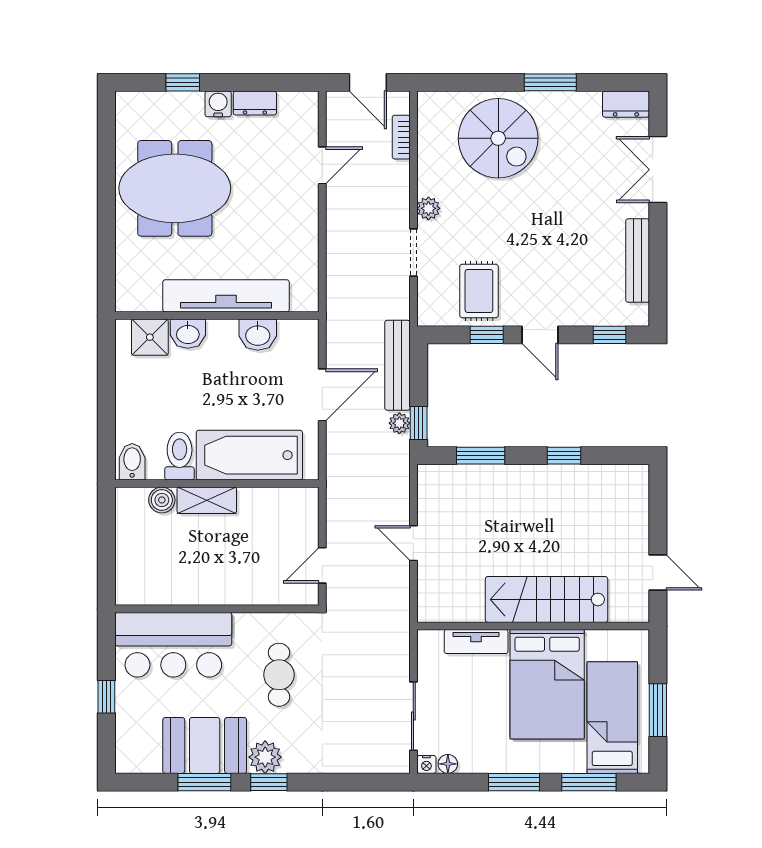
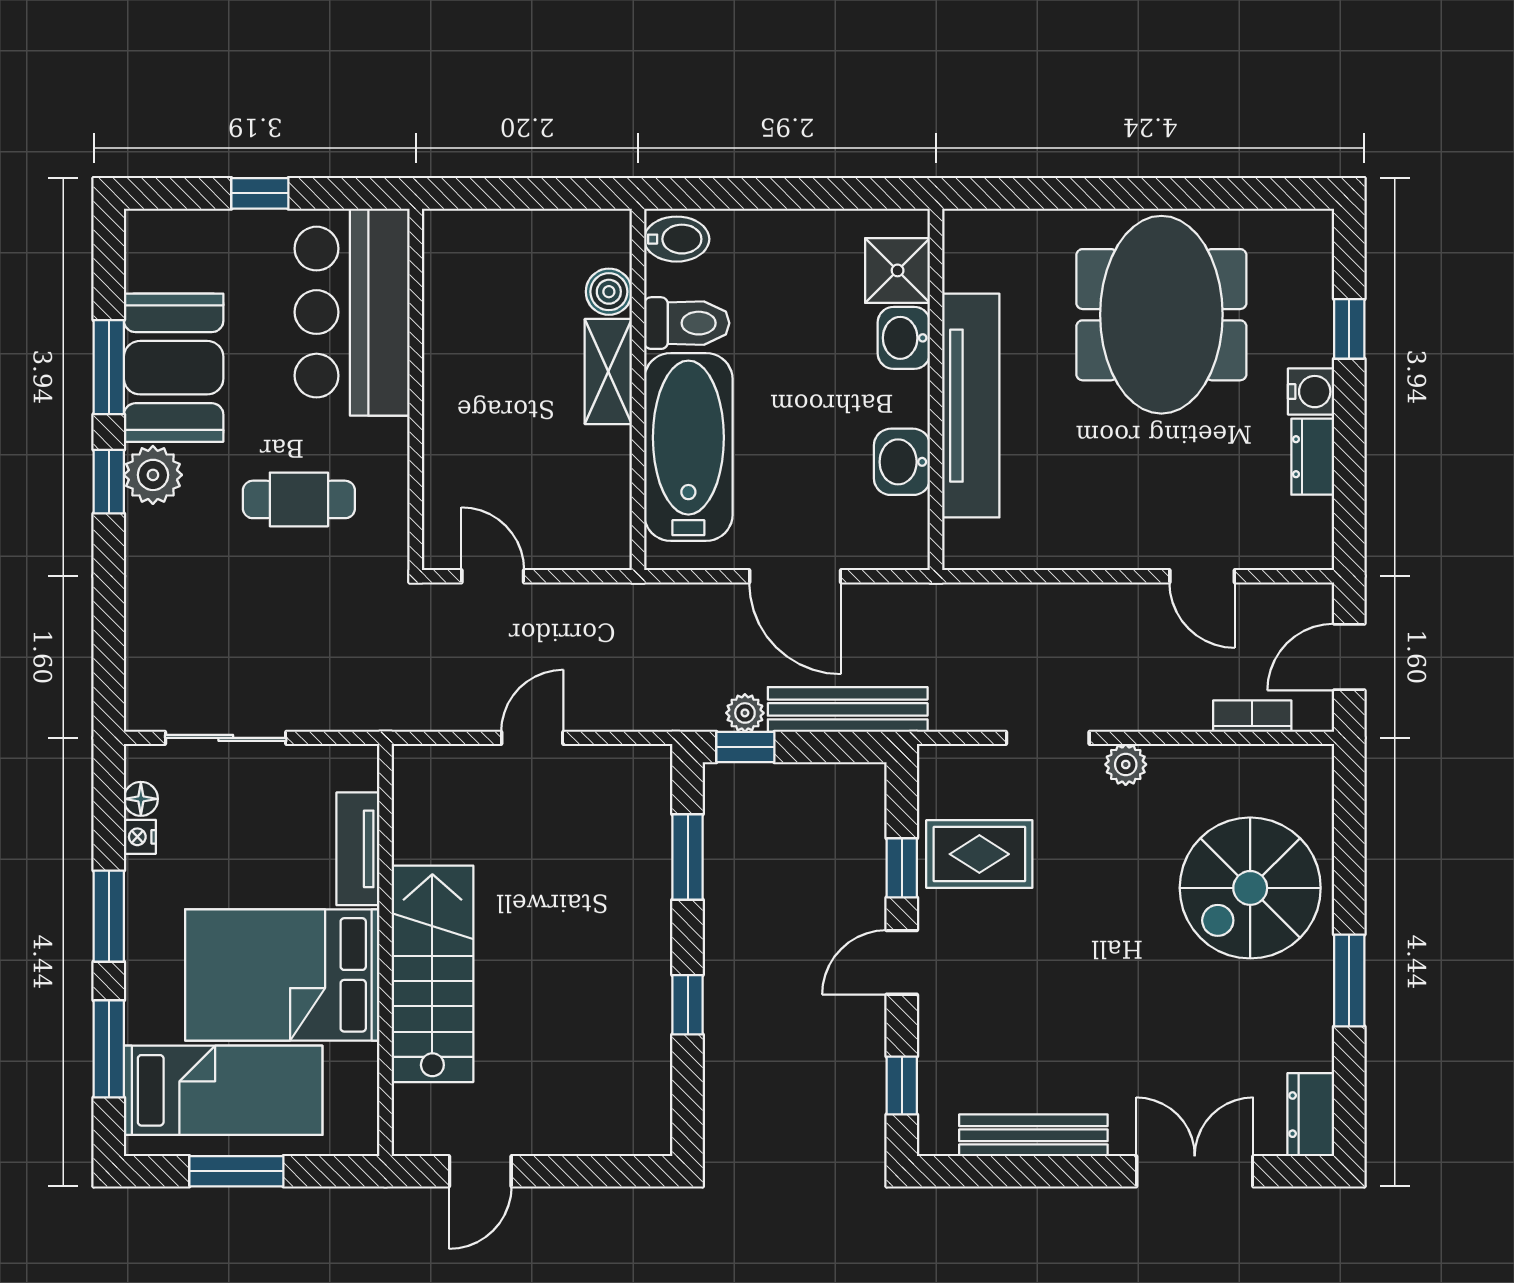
nightstand: (426, 764) -> (140, 837), moved

